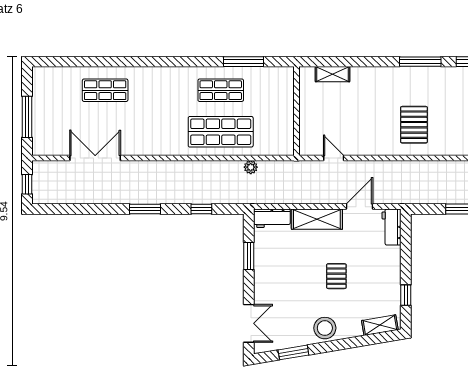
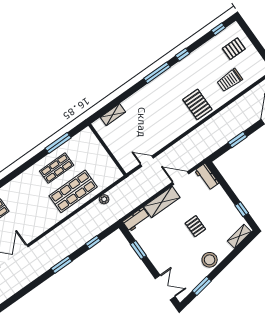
pallet: (414, 125) -> (197, 104), moved
door: (359, 207) -> (181, 178), hinge flipped

